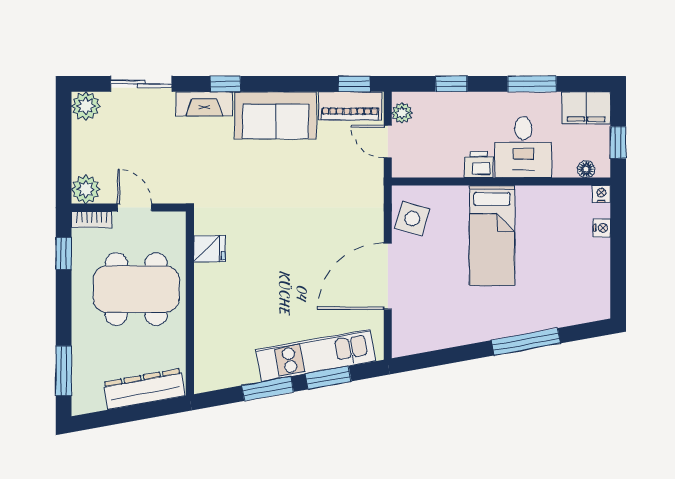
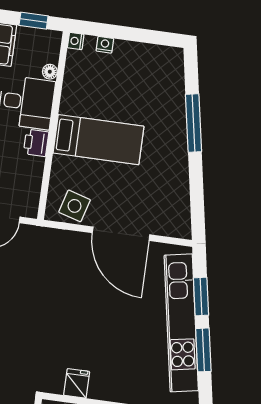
floor lamp: (586, 169) -> (50, 72), moved
kitchen unit: (316, 355) -> (181, 323), width x1.36

